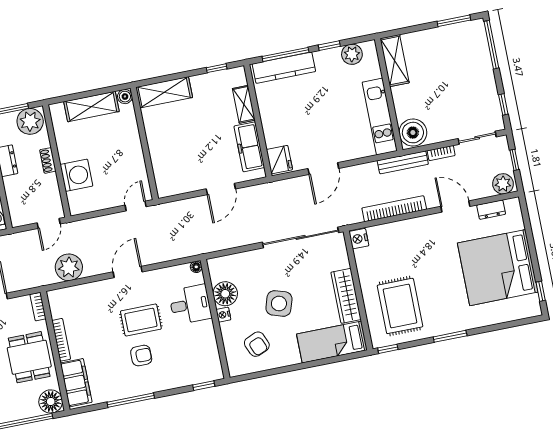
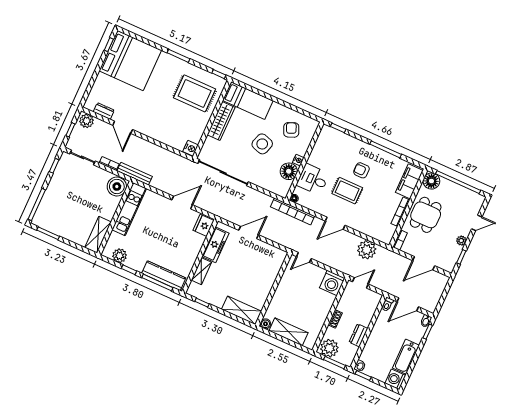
washing machine: (76, 175) -> (332, 283), moved, turned -90
bookcase: (394, 209) -> (292, 211), moved
bed: (498, 268) -> (130, 61), moved
rug: (400, 306) -> (195, 93), turned 90

